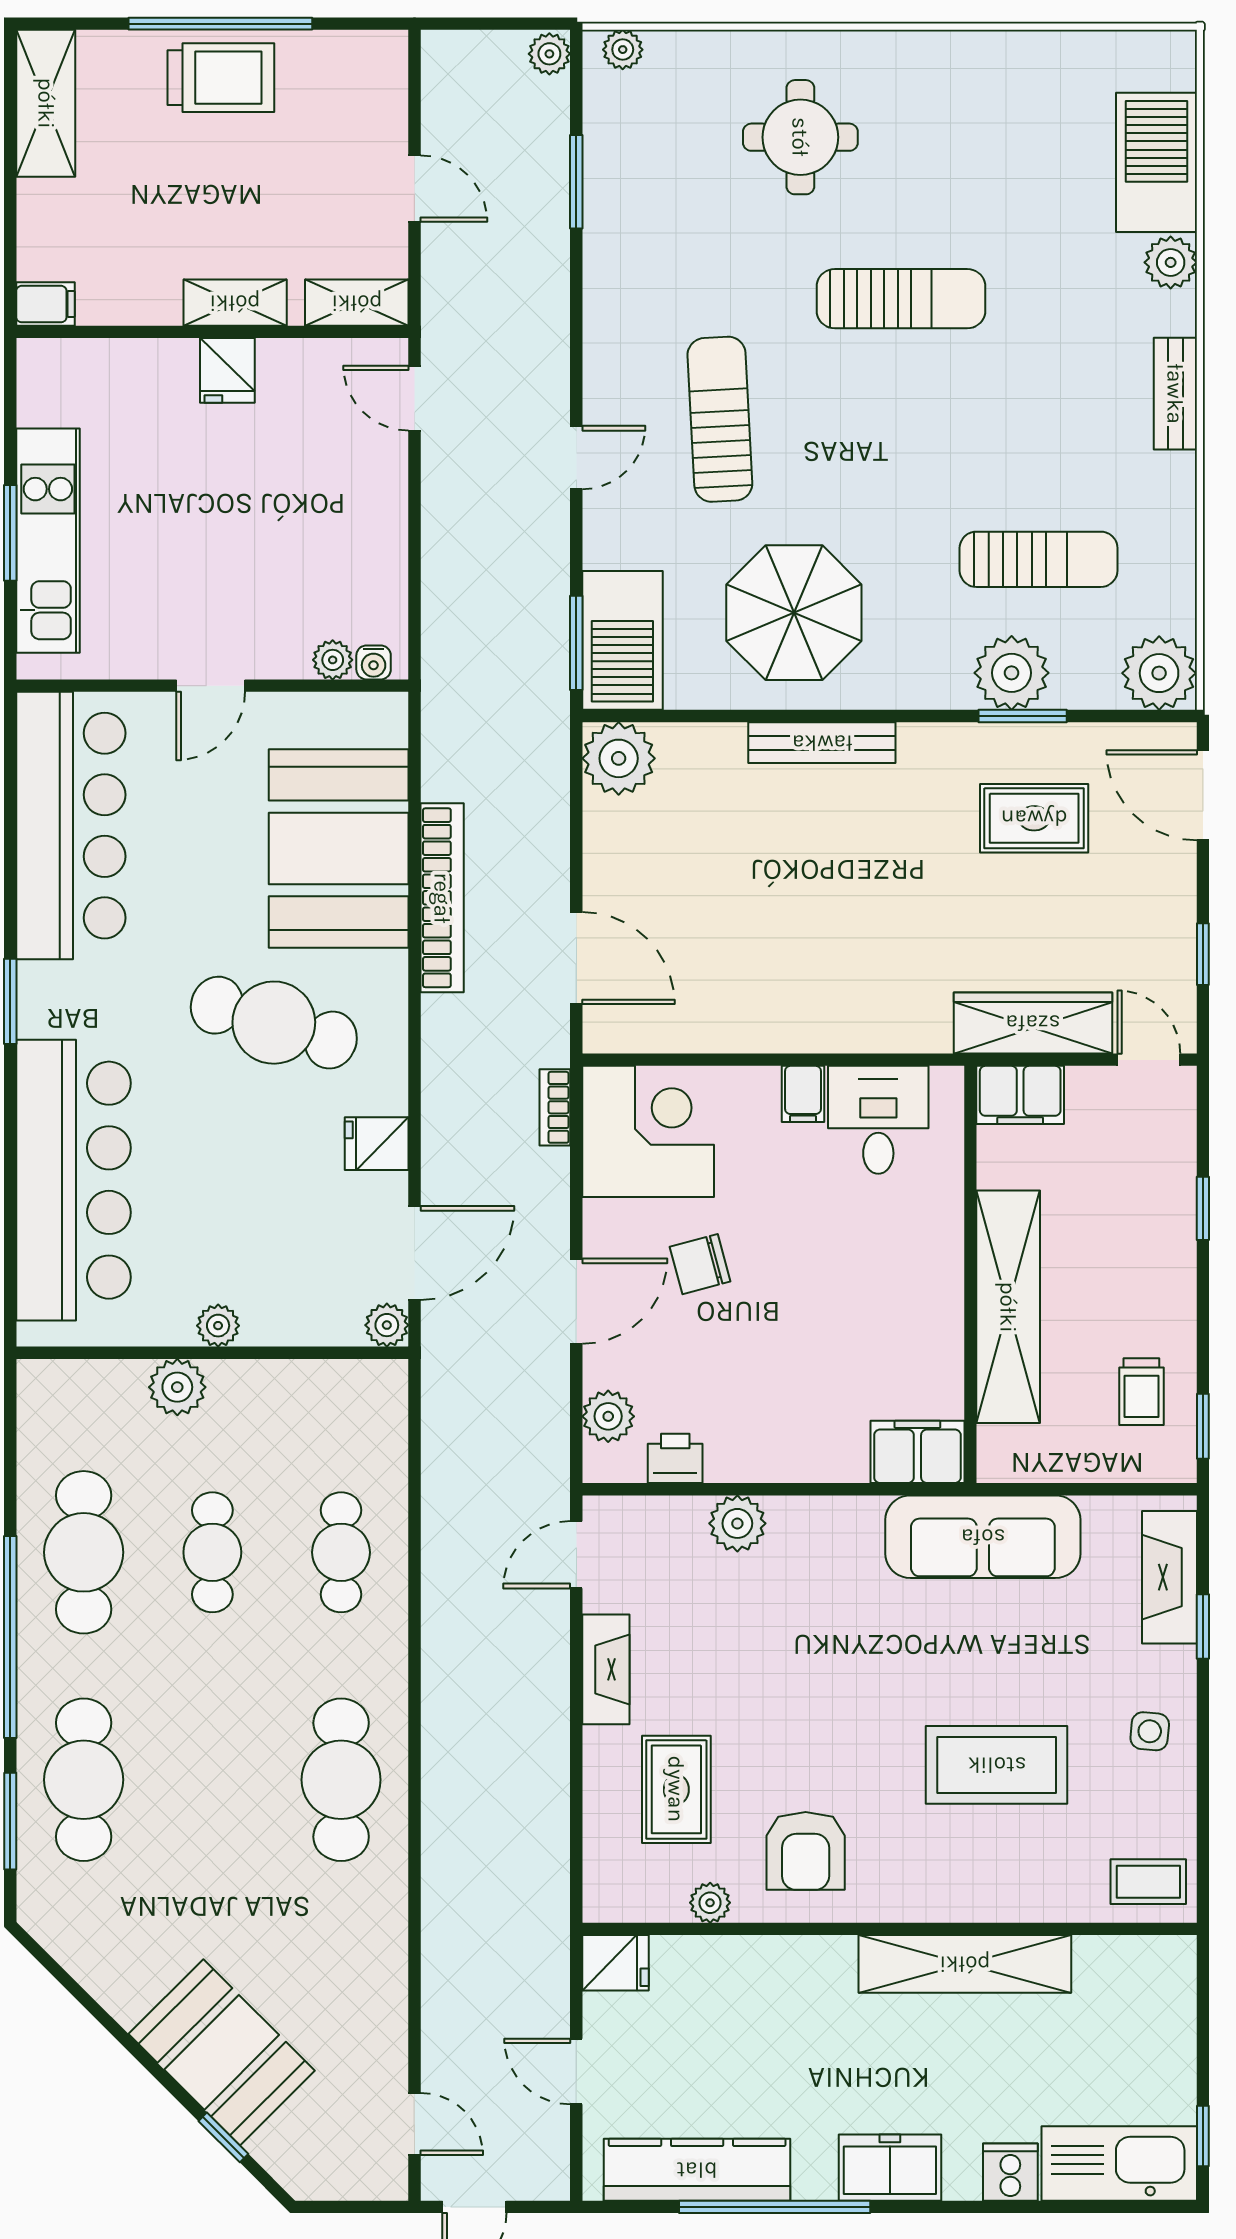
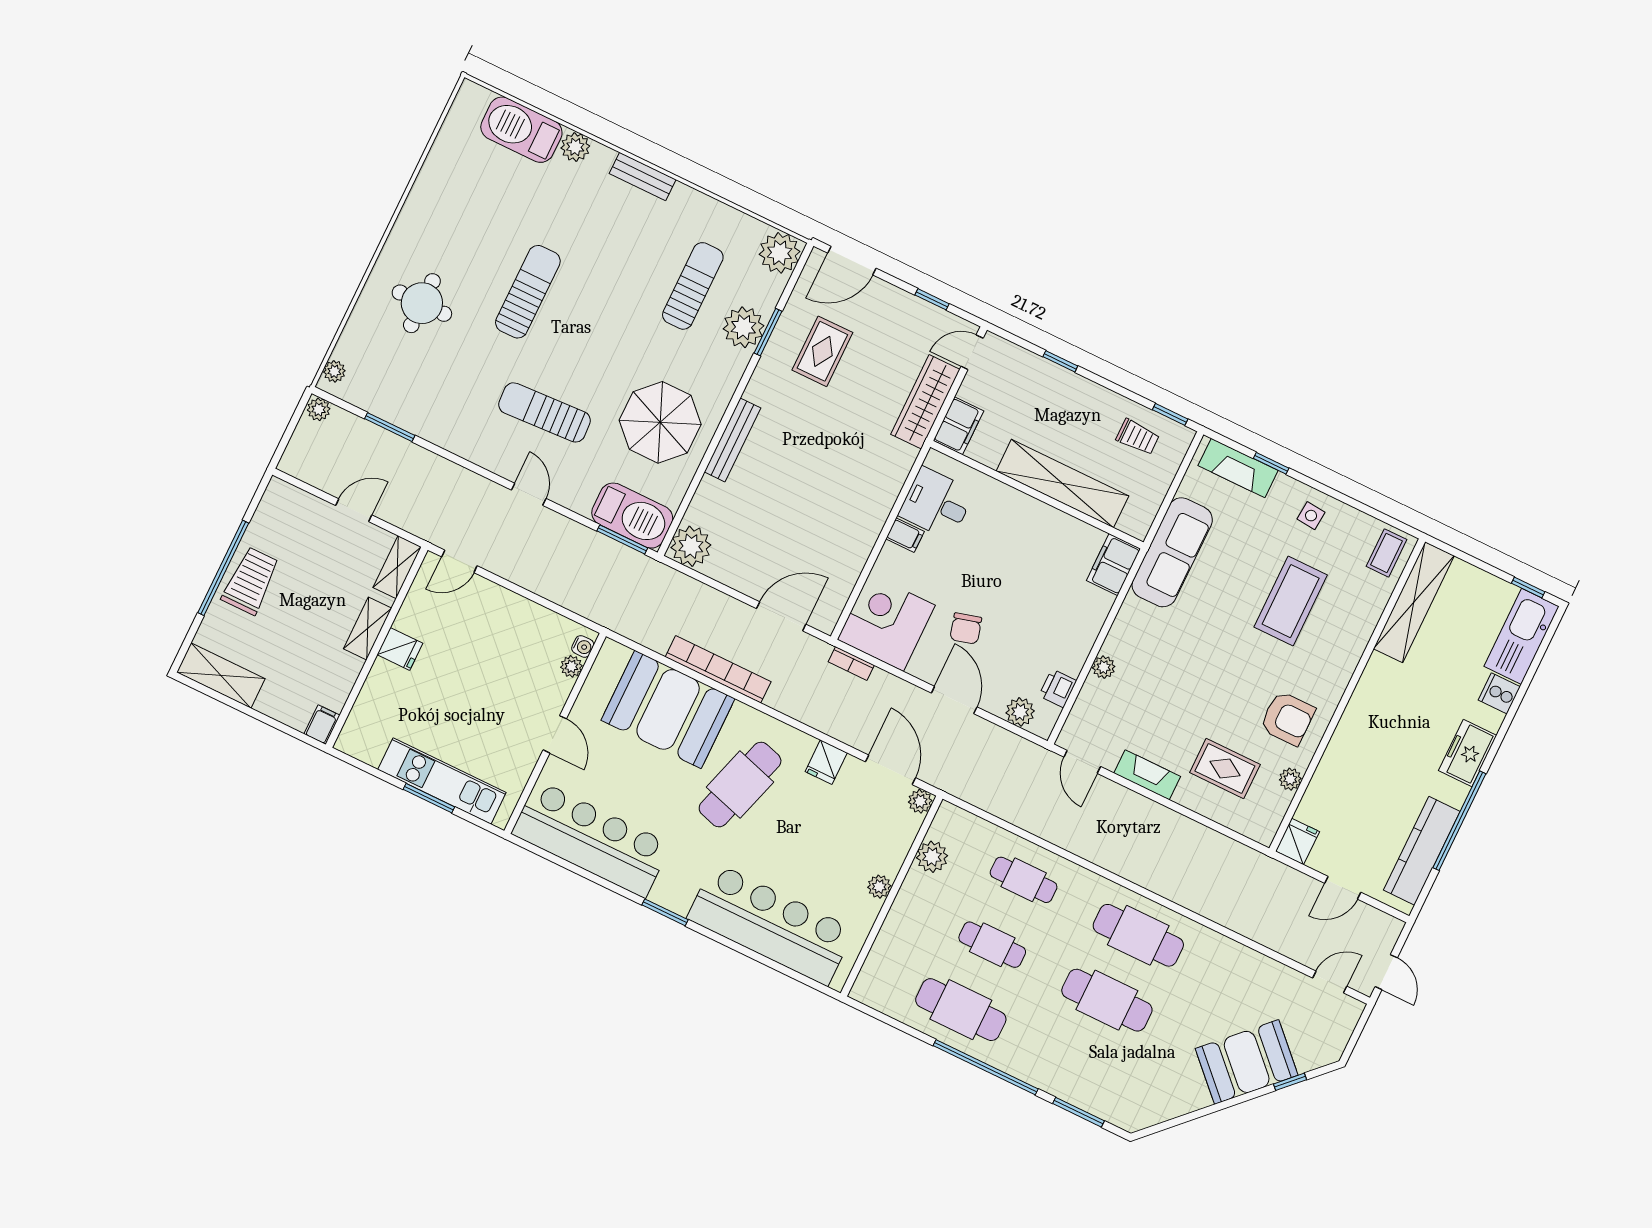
plant: (177, 1387) -> (932, 857), moved
plant: (737, 1523) -> (1104, 667), width x0.73, depth x0.73
cafe table: (84, 1780) -> (1107, 1000), moved
shelving: (965, 1964) -> (1414, 602), moved

